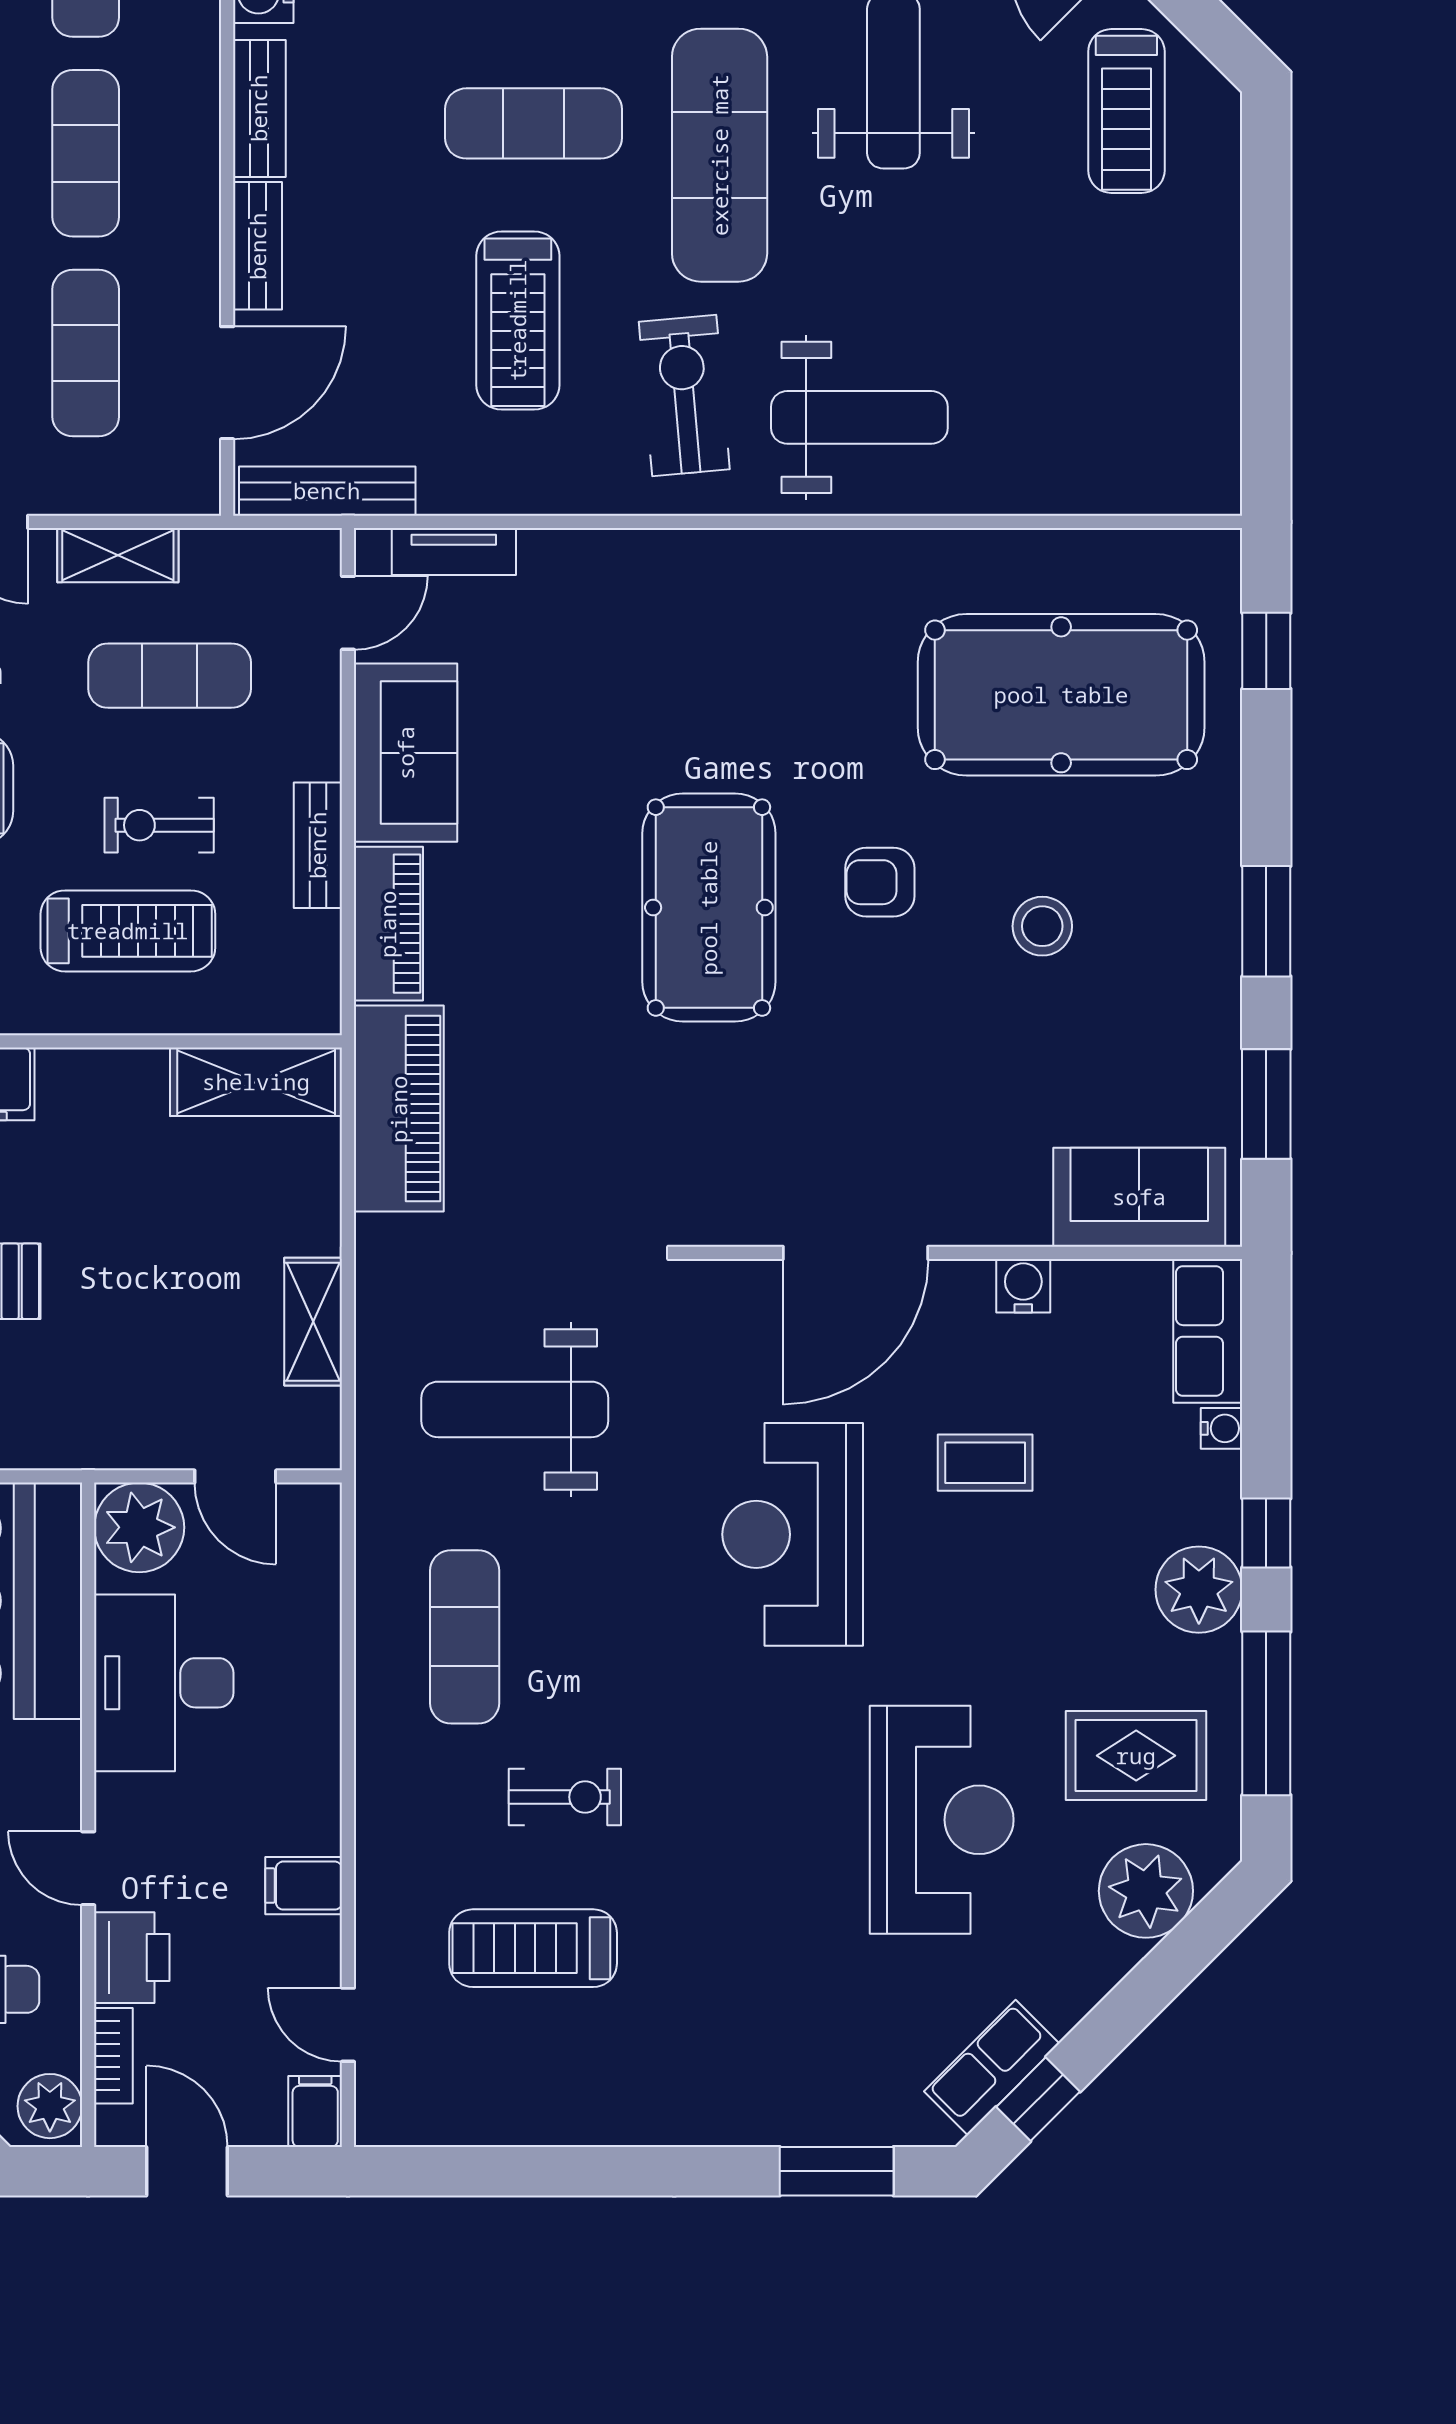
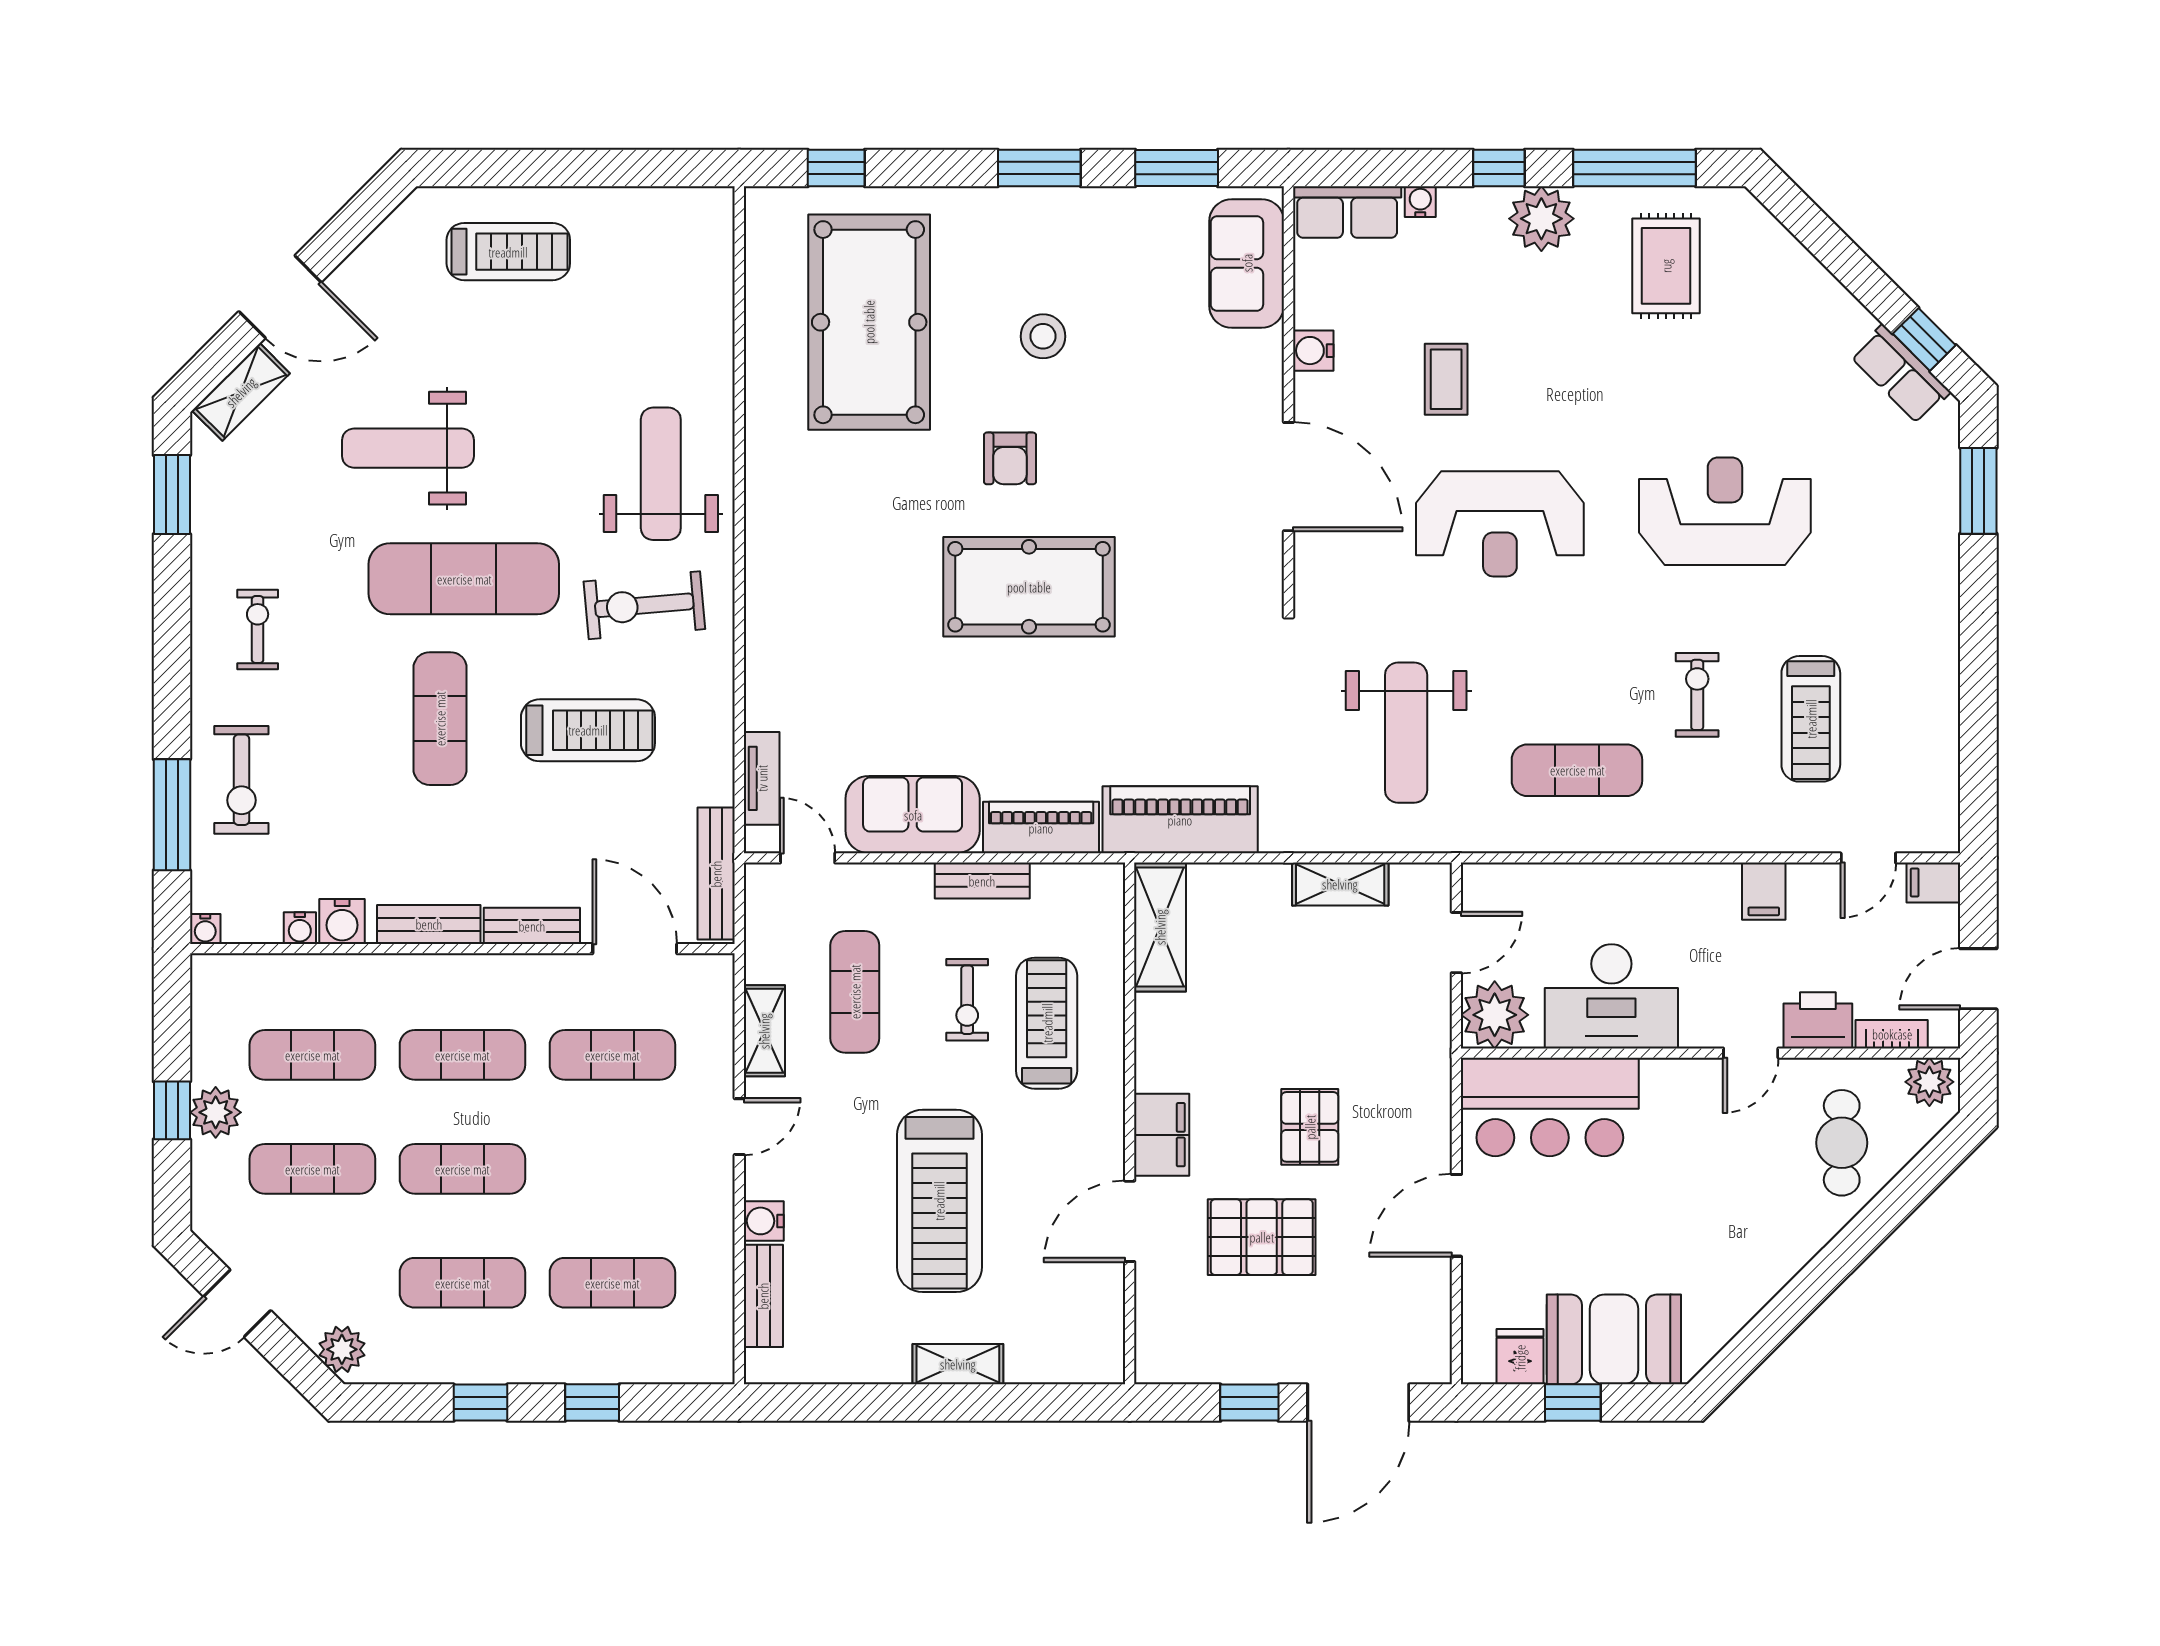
treadmill: (1126, 111) -> (508, 252), moved
reception desk: (942, 1820) -> (1725, 511), moved
plant: (1146, 1891) -> (1768, 258), removed

